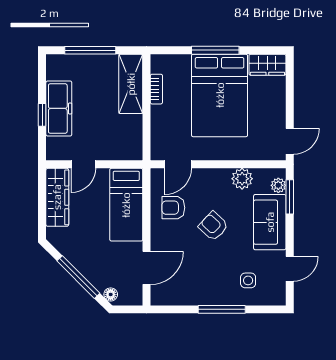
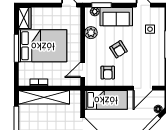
shelving: (131, 84) -> (44, 97), width x1.47
door: (178, 164) -> (83, 70), swing flipped
armchair: (213, 226) -> (118, 49), turned -75
door: (147, 268) -> (143, 88), swing flipped

